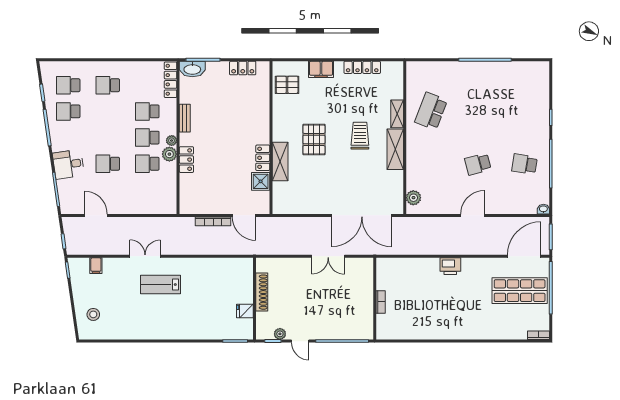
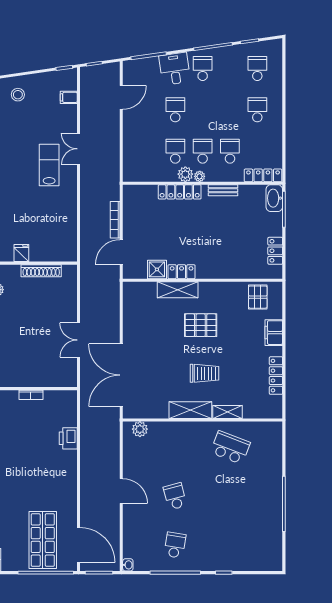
school desk: (68, 111) -> (203, 68), moved
locker: (186, 160) -> (180, 192), width x1.53
double door: (145, 256) -> (79, 149), swing flipped
printer: (450, 266) -> (68, 438), moved

